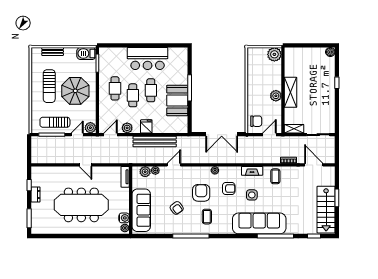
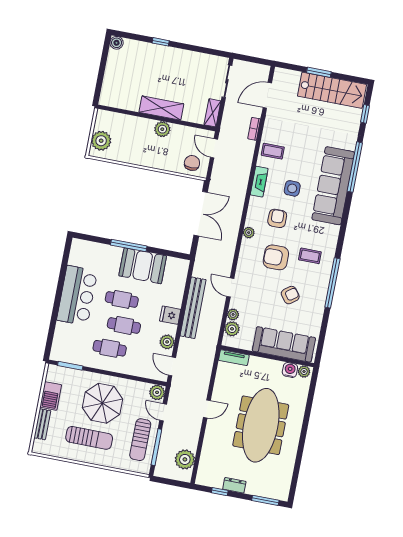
barbecue: (86, 53) -> (51, 396), moved
plant: (274, 54) -> (101, 141), moved
plant: (47, 156) -> (185, 459), added

